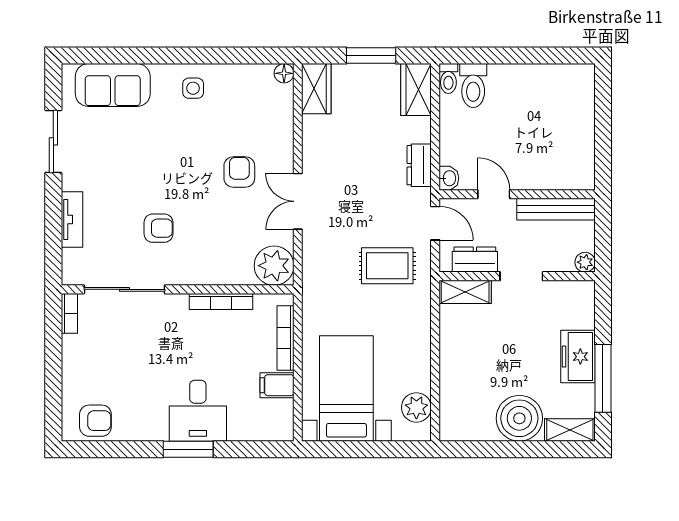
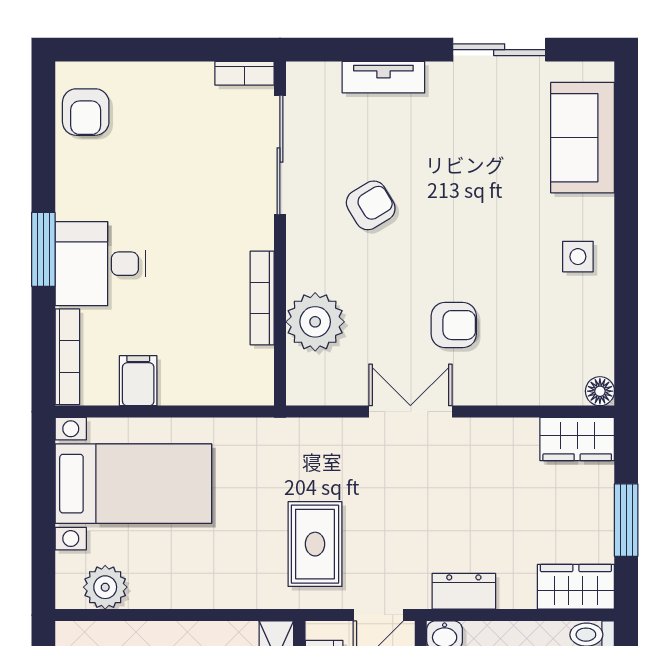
armchair: (158, 228) -> (371, 205), turned -121
plant: (274, 266) -> (315, 322), moved
bookcase: (286, 338) -> (67, 357), moved, turned 90

